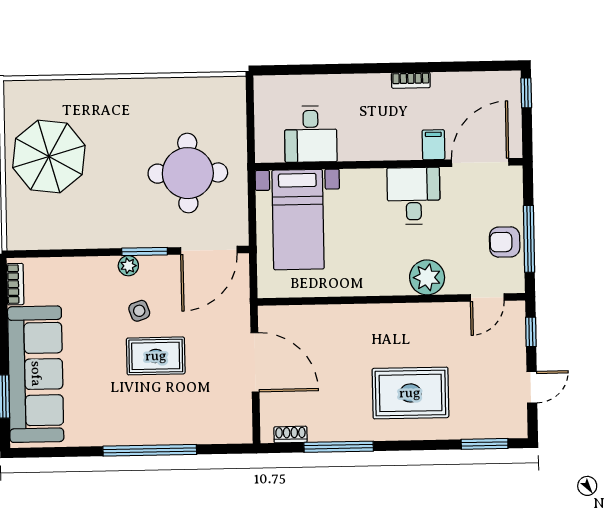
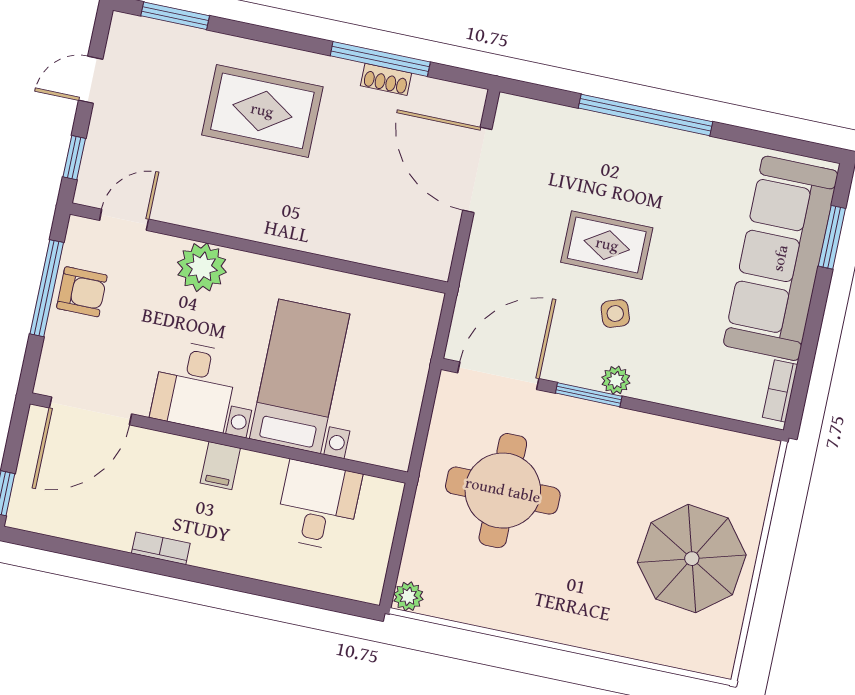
plant: (235, 86) -> (408, 596), added
filing cabinet: (433, 145) -> (220, 466), moved
bed with nightstands: (298, 220) -> (300, 376), moved
door: (255, 362) -> (477, 170), moved
shoe rack: (291, 435) -> (386, 79), moved

